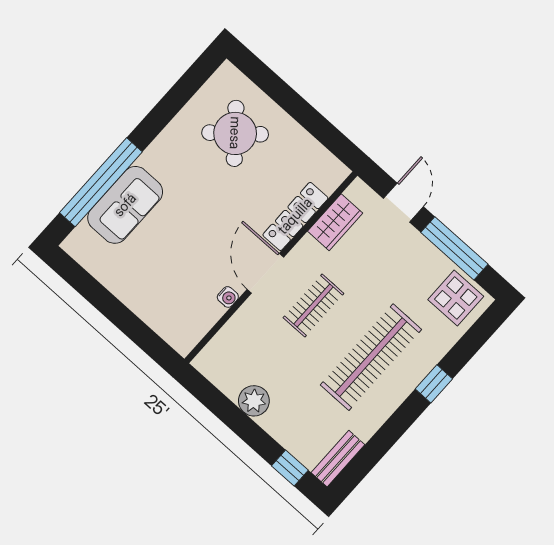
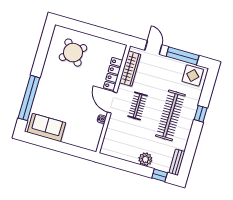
sofa: (125, 205) -> (46, 128), moved, turned -90
wardrobe: (335, 222) -> (130, 69), width x1.50
plant: (254, 401) -> (145, 159), moved

